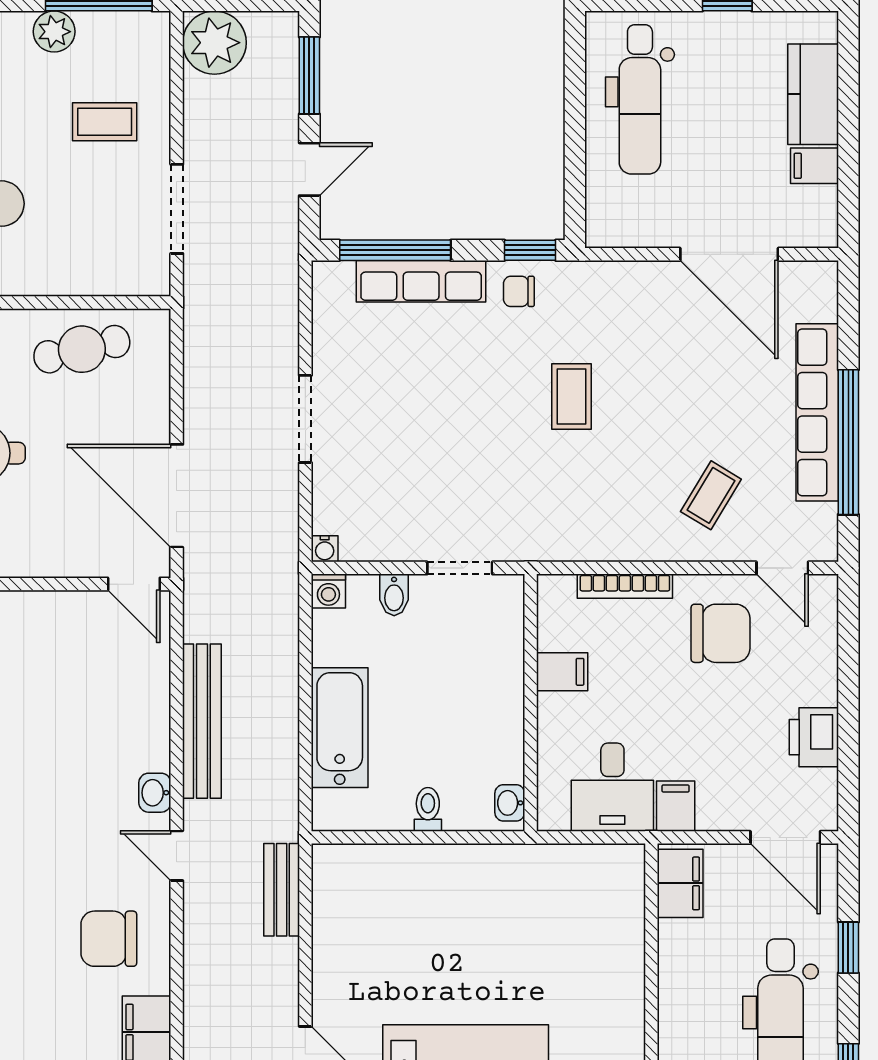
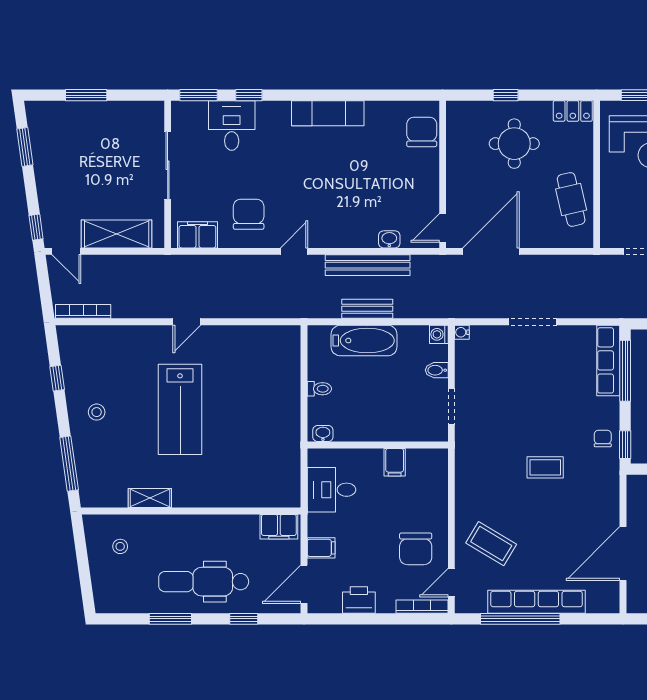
row of seats: (421, 281) -> (608, 360), moved
coffee table: (711, 495) -> (491, 544), width x1.36, depth x1.30
bookcase: (625, 586) -> (422, 607), moved, turned 90
washbasin: (155, 793) -> (389, 239), moved
filing cabinet: (676, 806) -> (321, 548), moved
bench: (282, 890) -> (367, 309), moved

